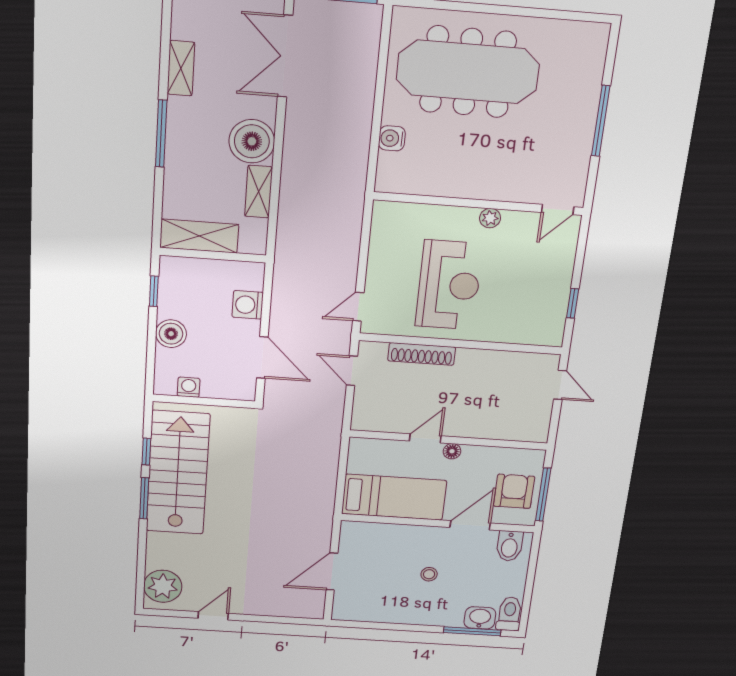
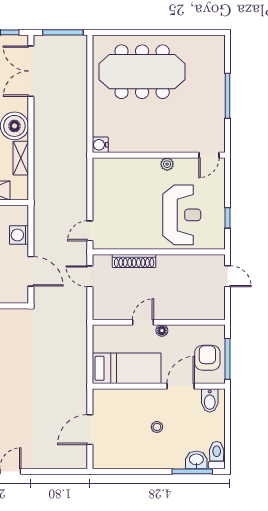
water cooler: (392, 138) -> (100, 145), moved
reception desk: (449, 285) -> (182, 215), moved

